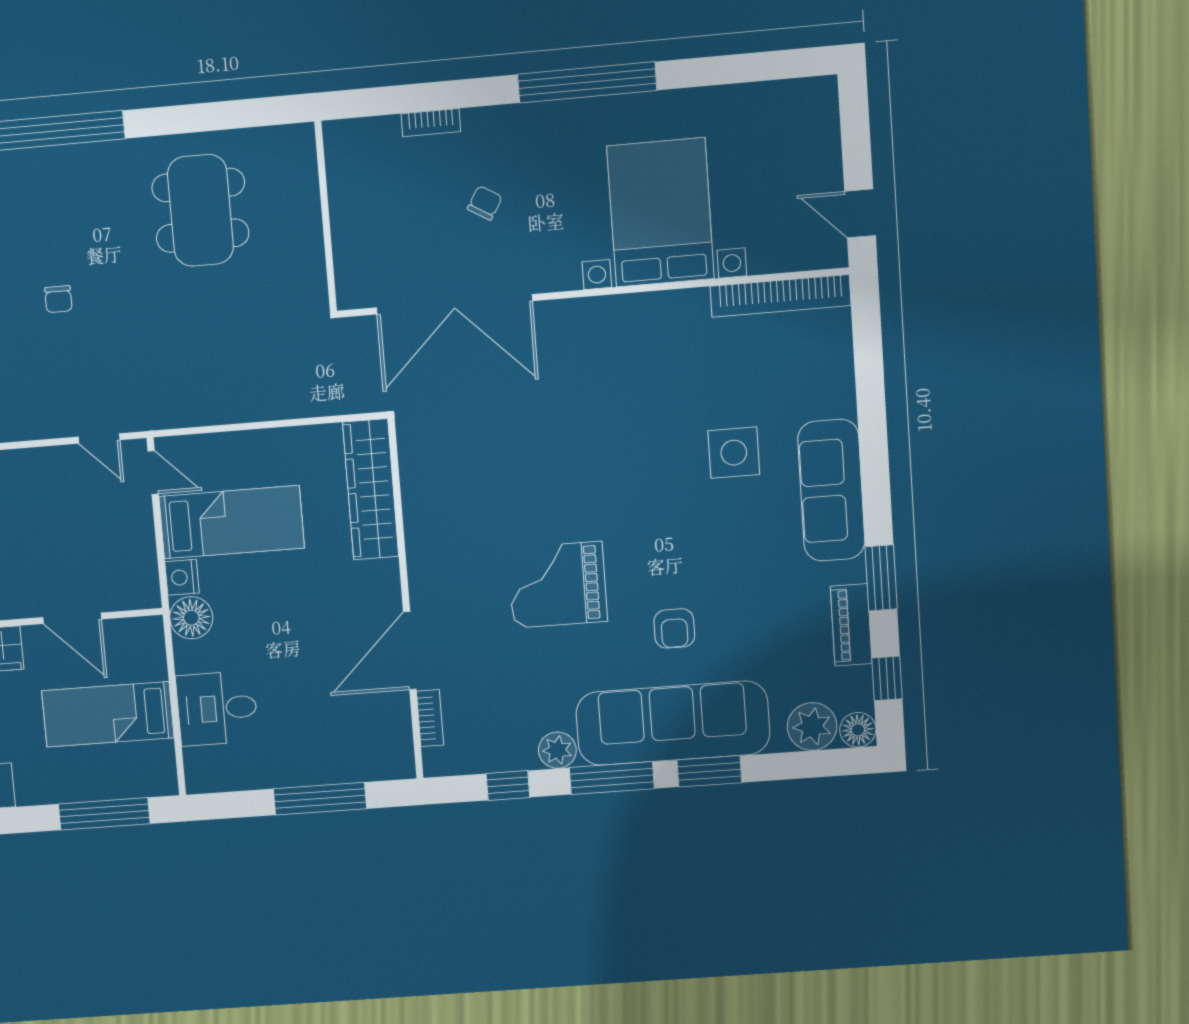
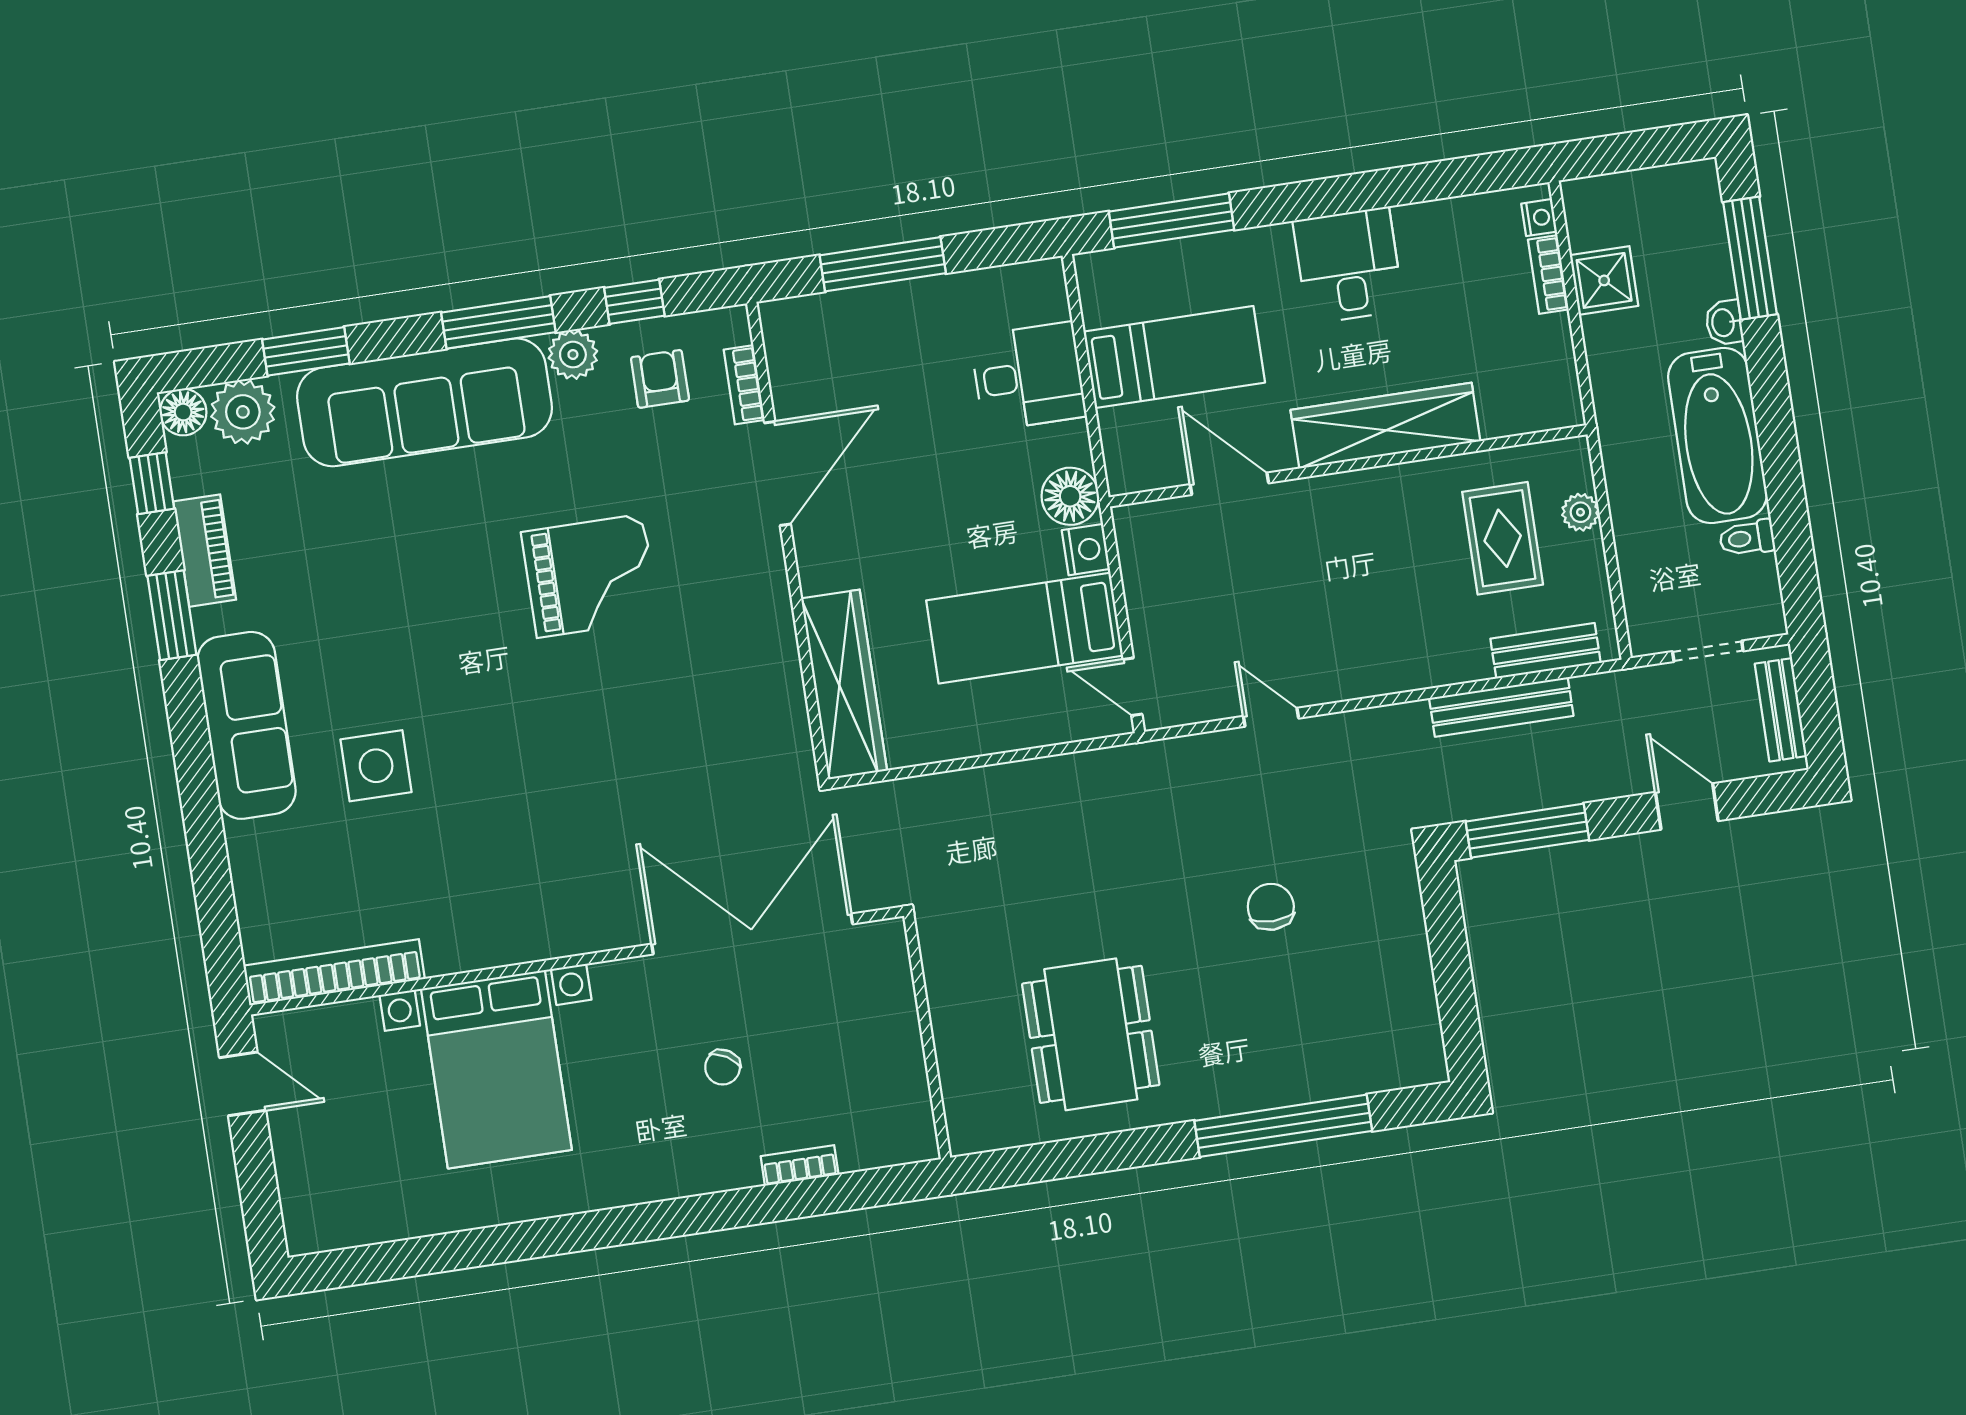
window: (587, 82) -> (603, 1229), removed
chair: (58, 299) -> (1271, 907), width x1.37, depth x1.37
door: (99, 438) -> (1271, 717), moved
armchair: (674, 628) -> (660, 379), moved
window: (709, 771) -> (306, 351), moved

